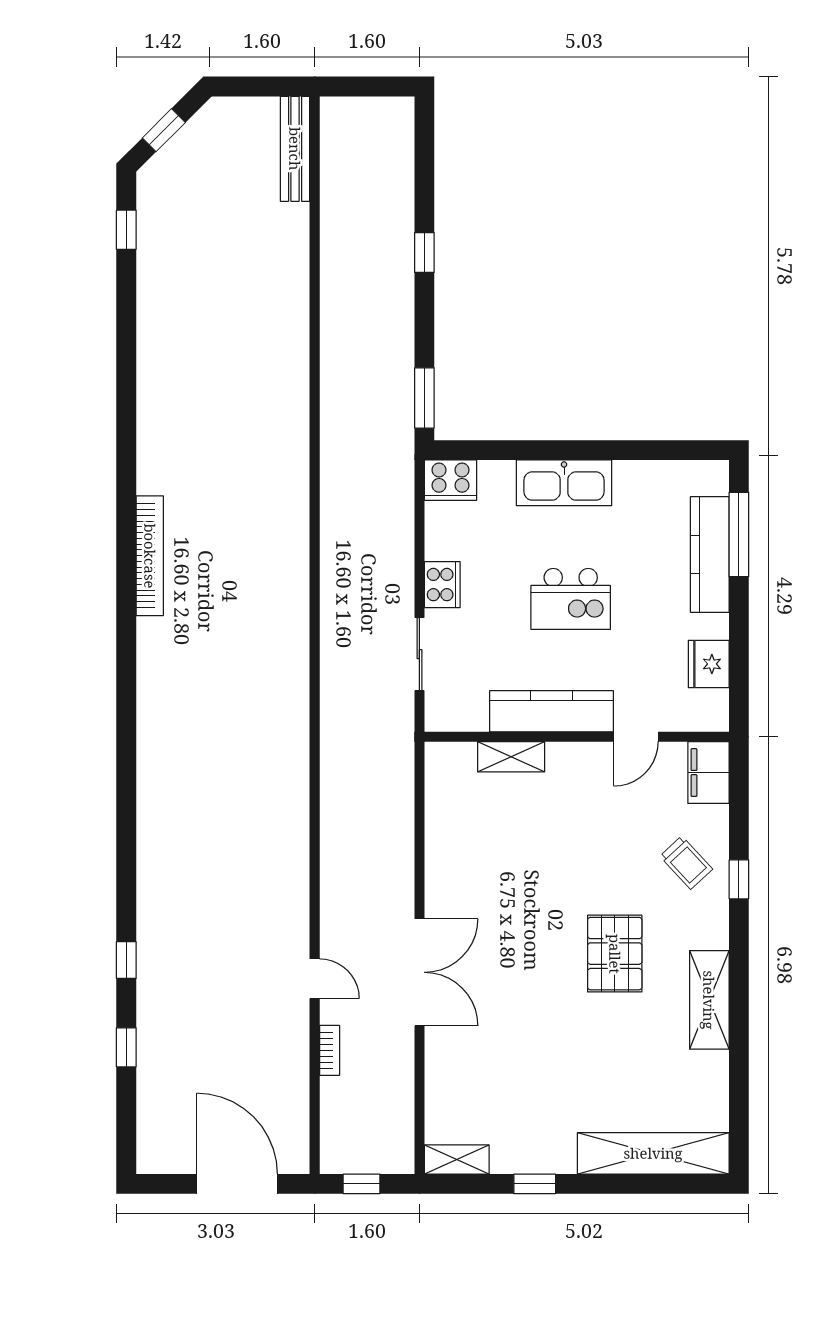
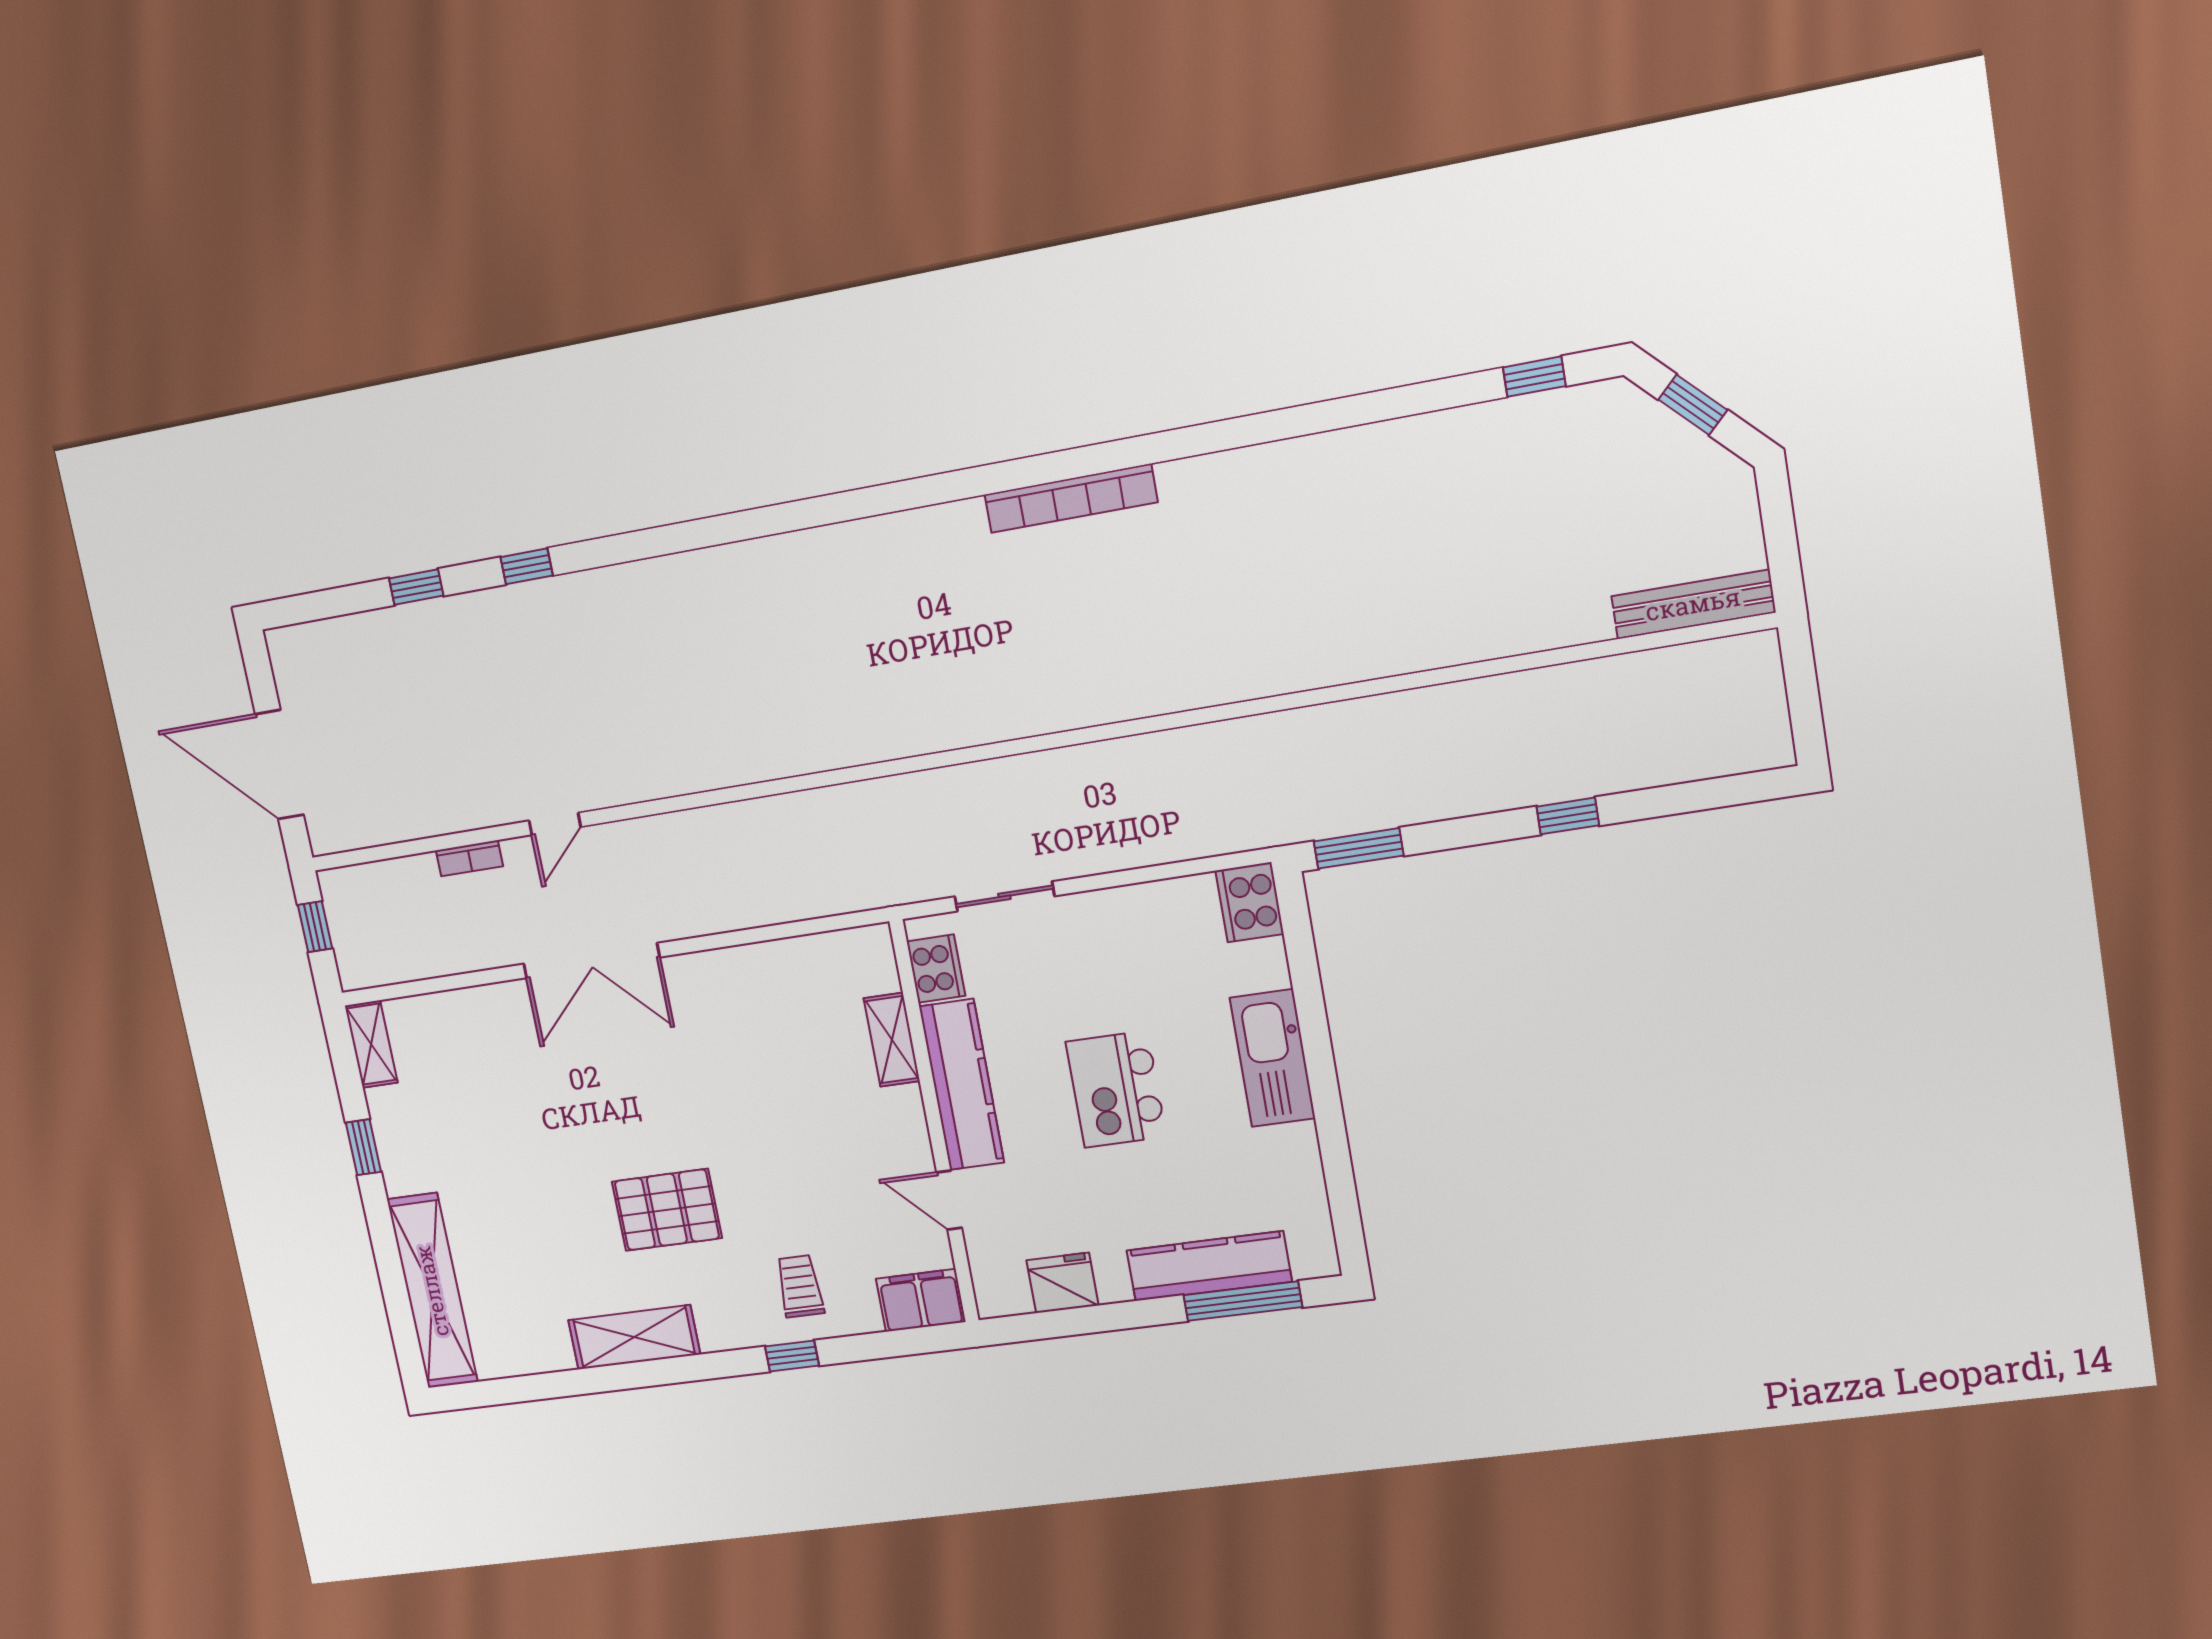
cooker: (442, 585) -> (936, 969), moved, turned -90
trolley: (686, 863) -> (800, 1286), turned 133
door: (237, 1184) -> (279, 765), swing flipped

